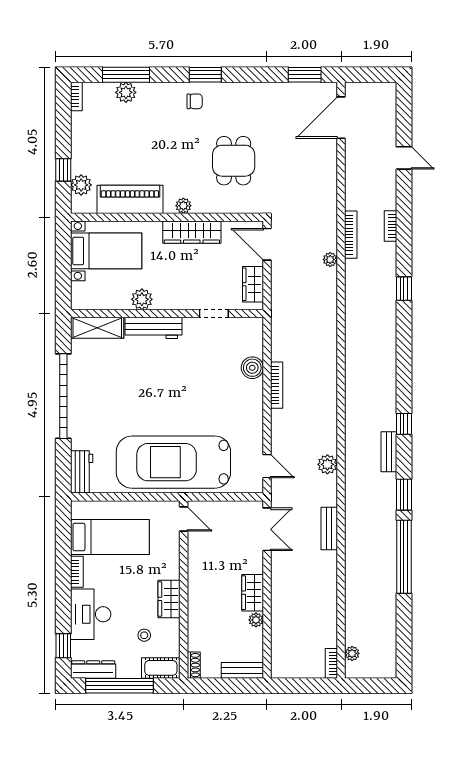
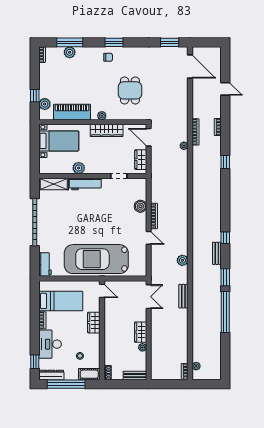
door: (341, 118) -> (190, 66), swing flipped
door: (267, 466) -> (149, 238), moved
wardrobe: (169, 599) -> (94, 323), moved

